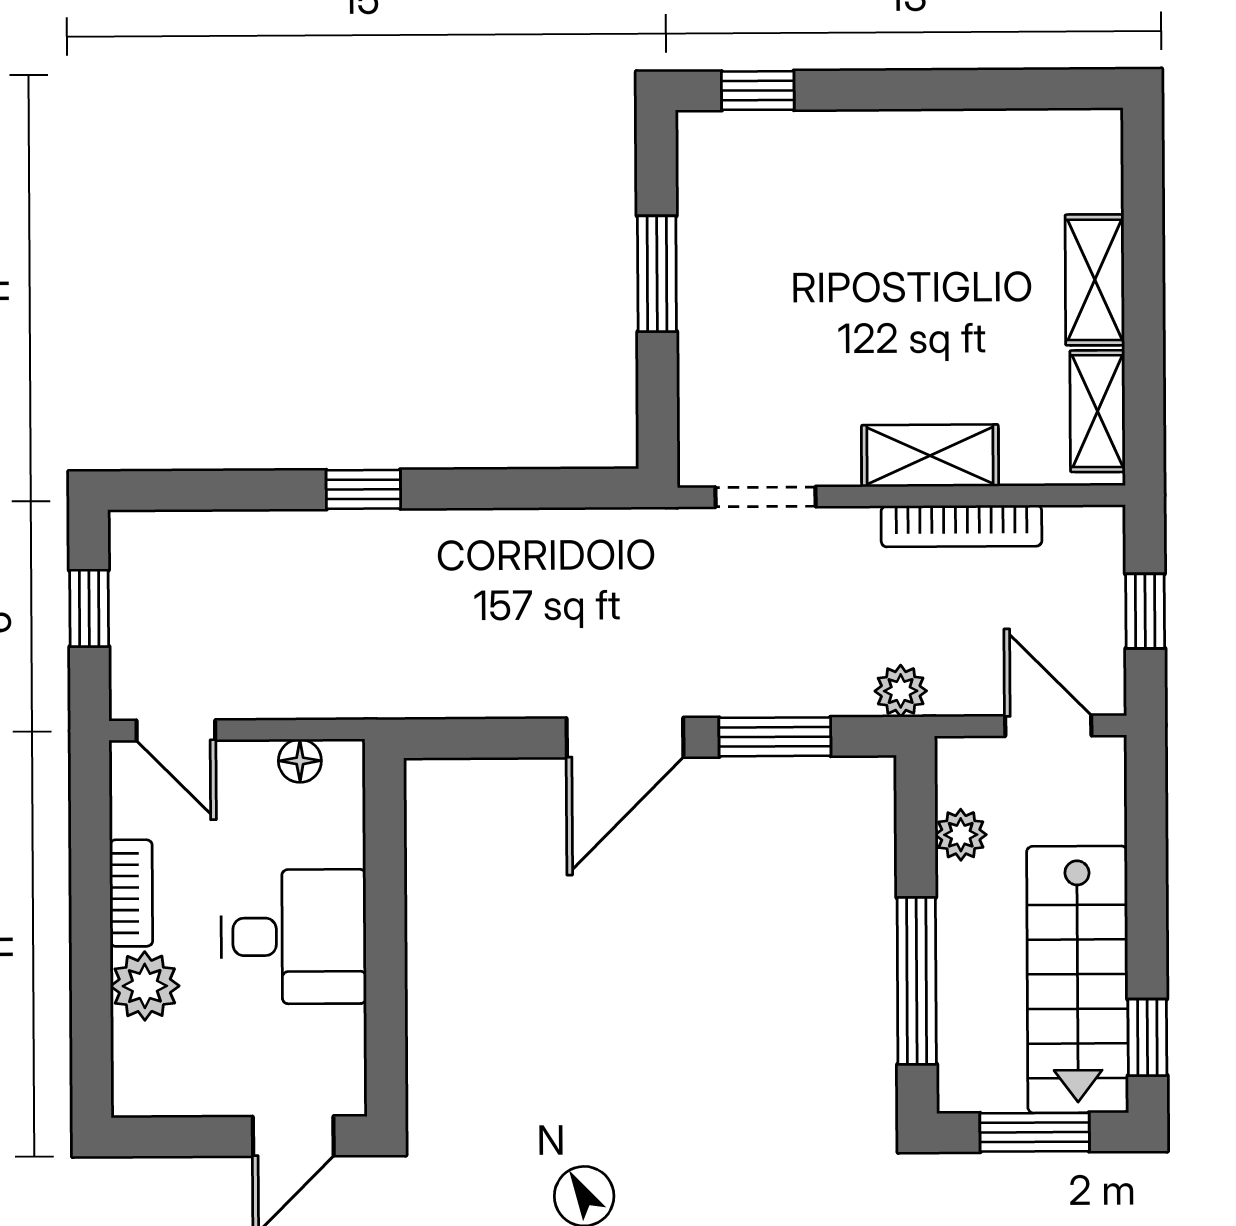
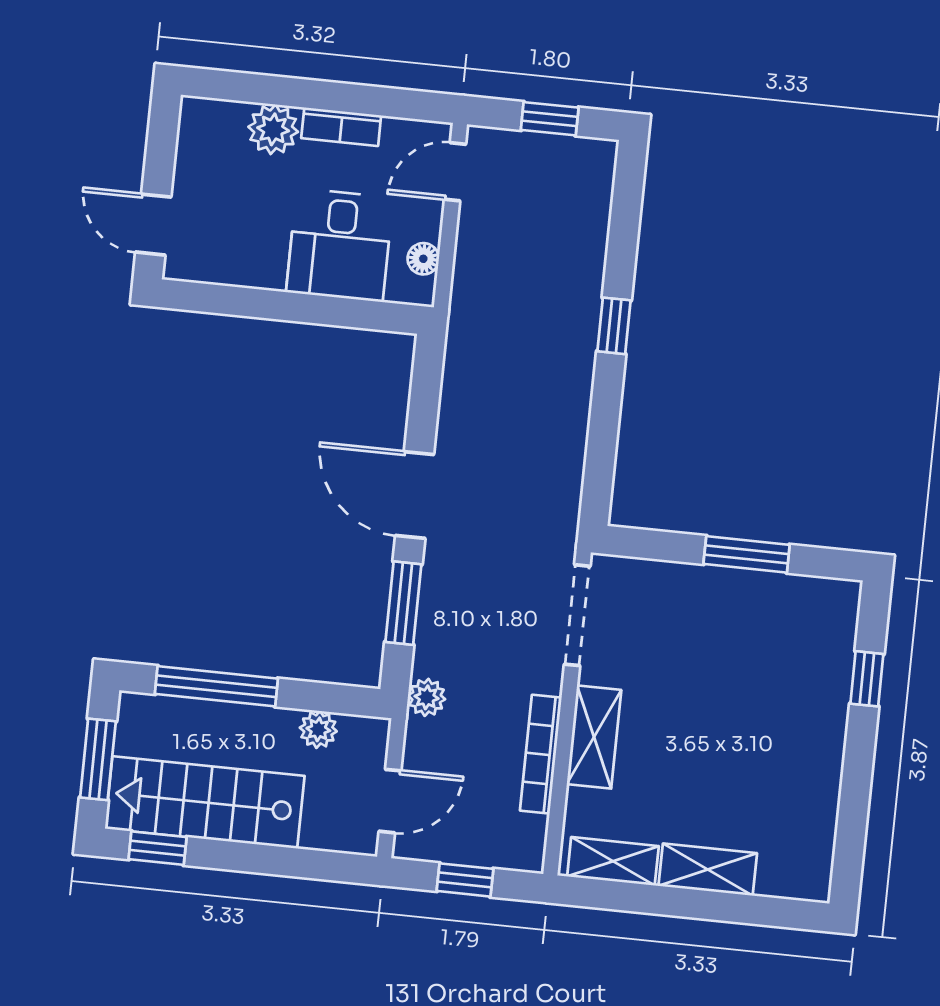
window: (758, 91) -> (867, 679), moved
doorway: (766, 497) -> (577, 615), width x1.38
desk: (294, 937) -> (340, 245), moved

